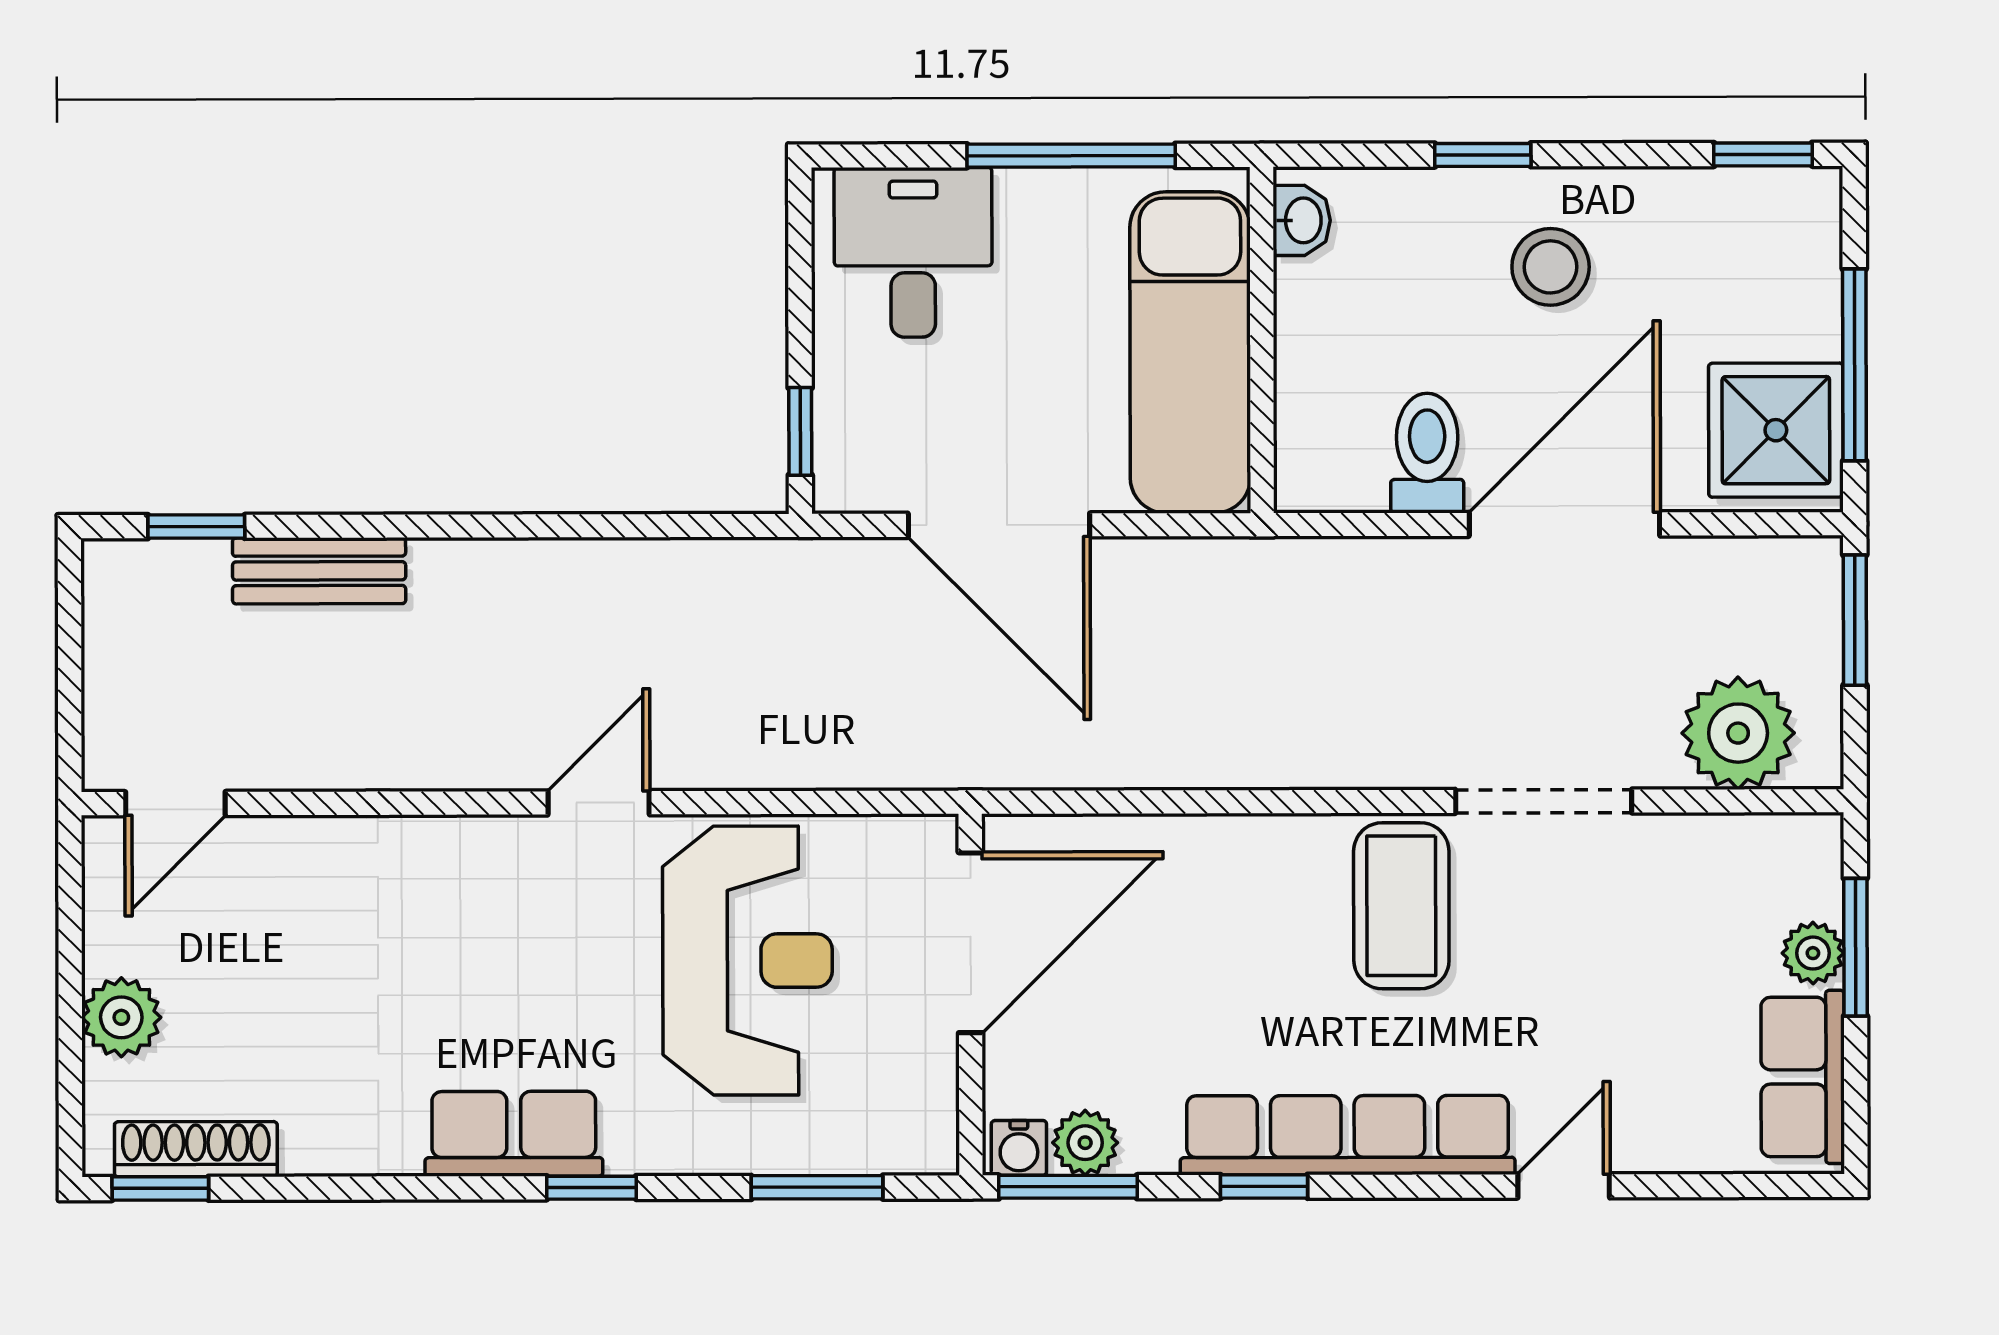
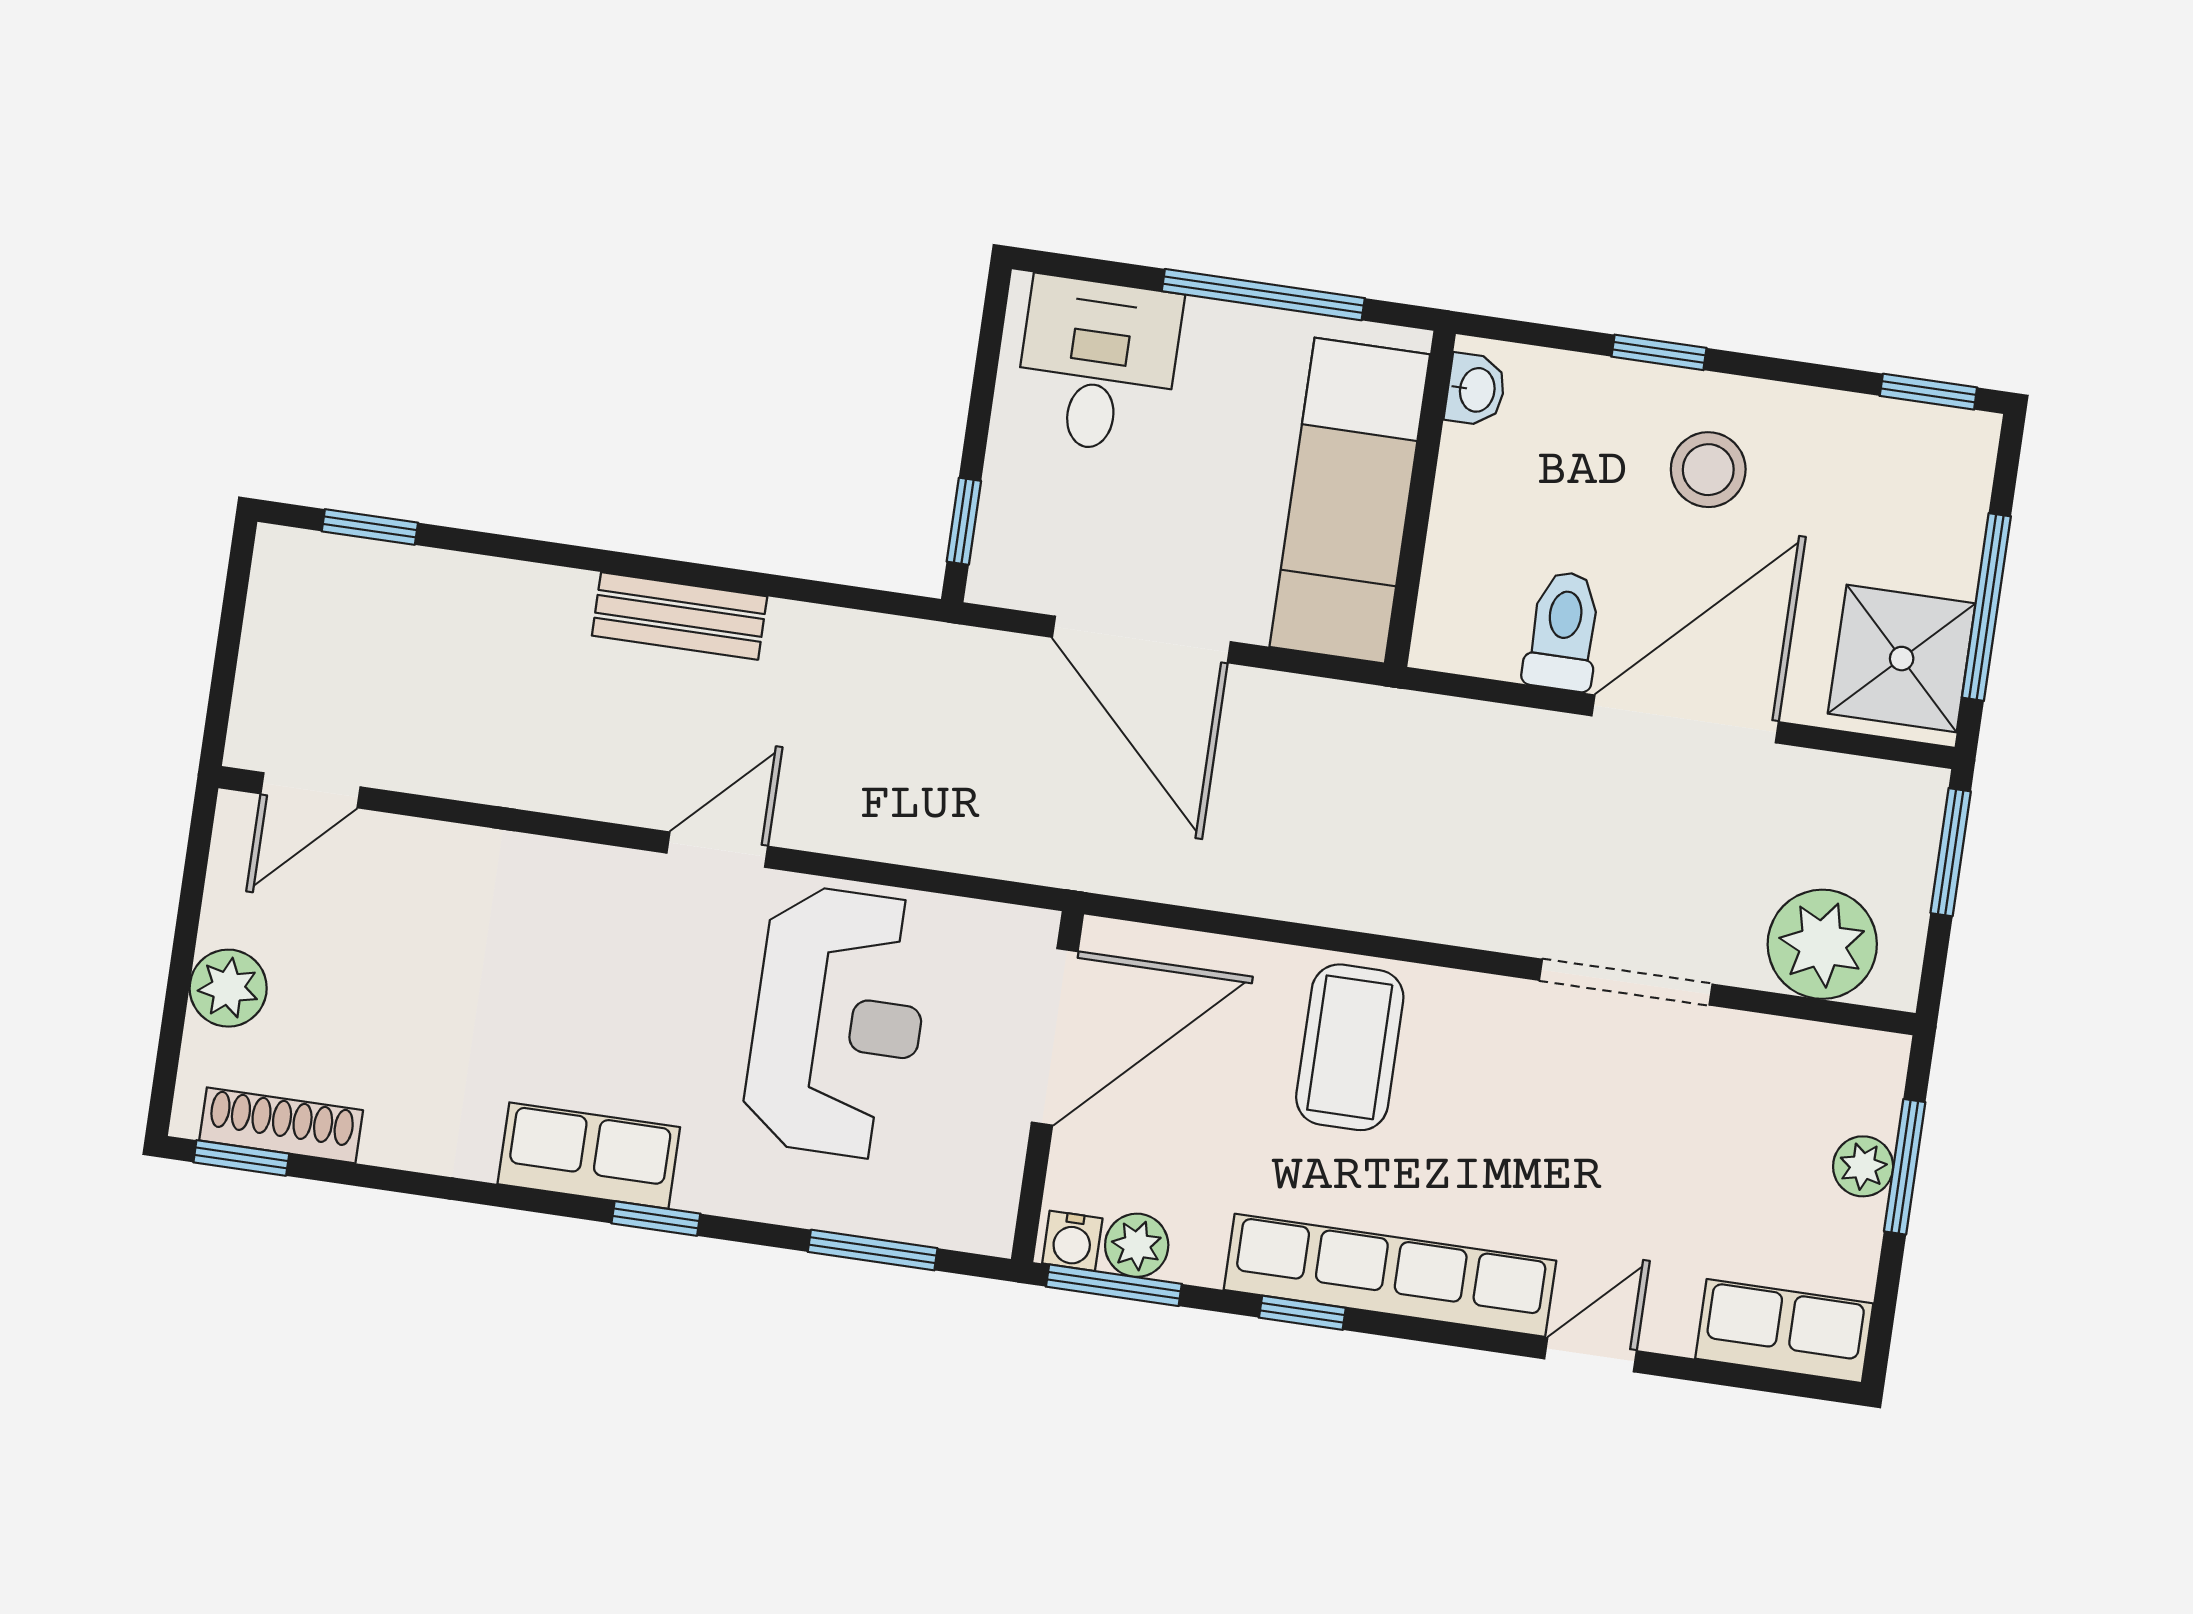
bench: (319, 571) -> (680, 616), moved
coffee table: (1401, 906) -> (1350, 1047), moved
row of seats: (1803, 1077) -> (1784, 1331), moved, turned 90

